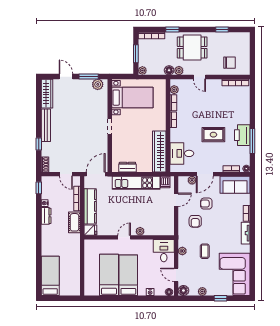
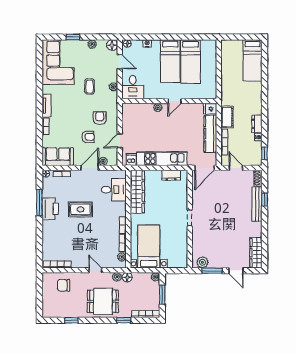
bed with nightstands: (132, 98) -> (149, 246), moved, turned 90
bench: (46, 125) -> (257, 204), moved

